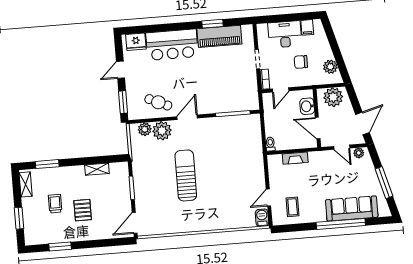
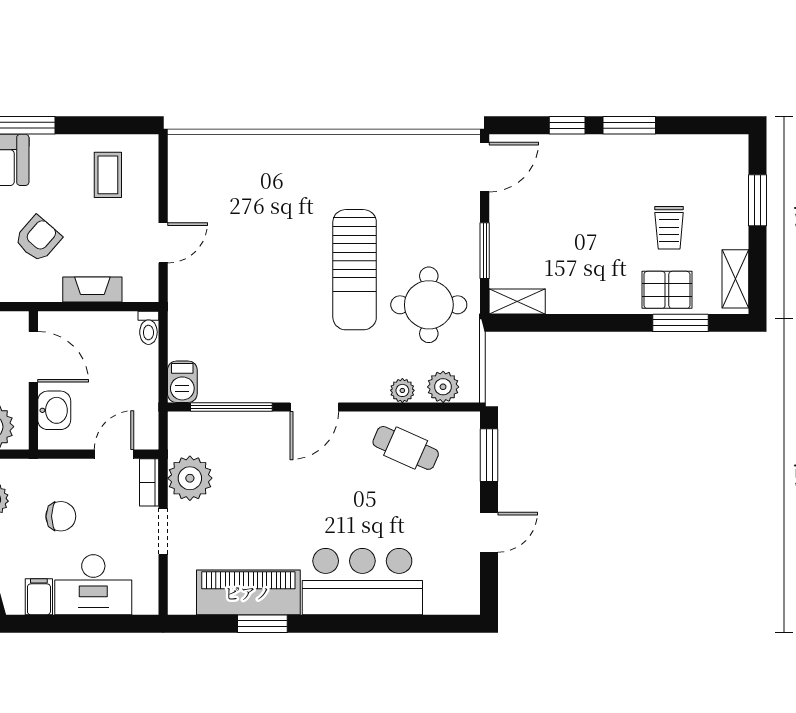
fridge: (136, 42) -> (447, 595), removed
plant: (248, 82) -> (190, 478), added
door: (187, 117) -> (314, 407), moved
plant: (162, 131) -> (402, 390), width x0.53, depth x0.53
round table: (153, 163) -> (429, 305), added
shelving: (97, 169) -> (517, 301), moved
armchair: (320, 178) -> (38, 239), added
door: (268, 198) -> (163, 243), moved
pallet: (83, 210) -> (667, 290), moved, turned 90
barbecue: (262, 218) -> (182, 382), moved
window: (101, 243) -> (567, 125), added
window: (60, 247) -> (629, 125), moved

